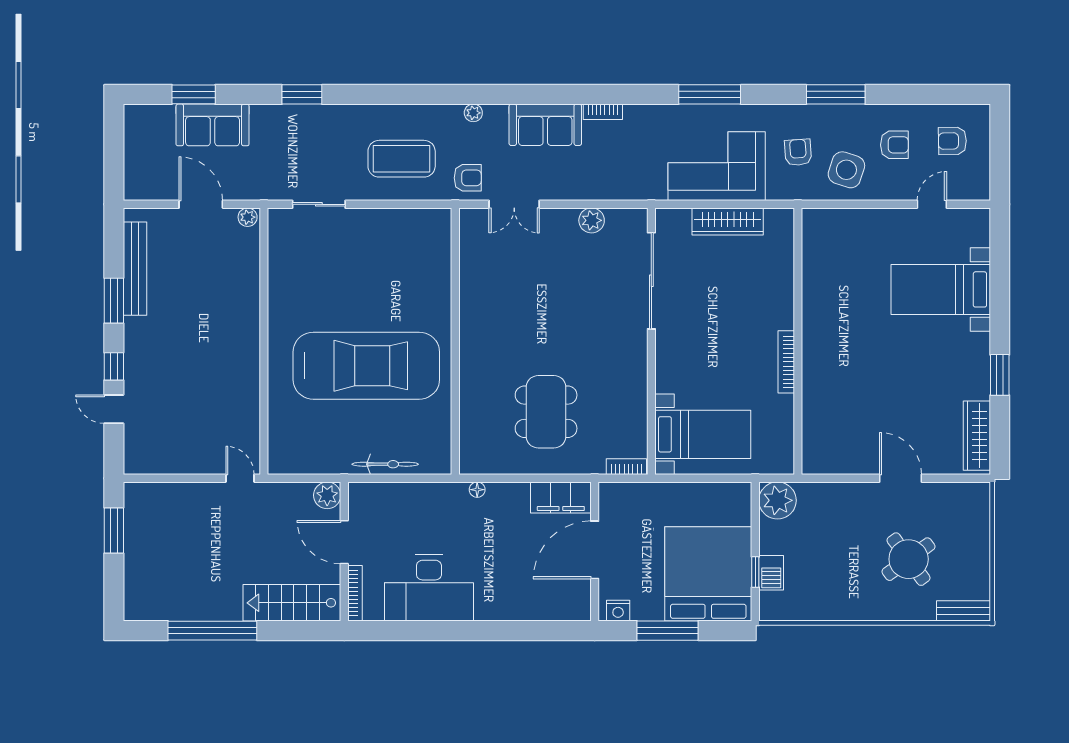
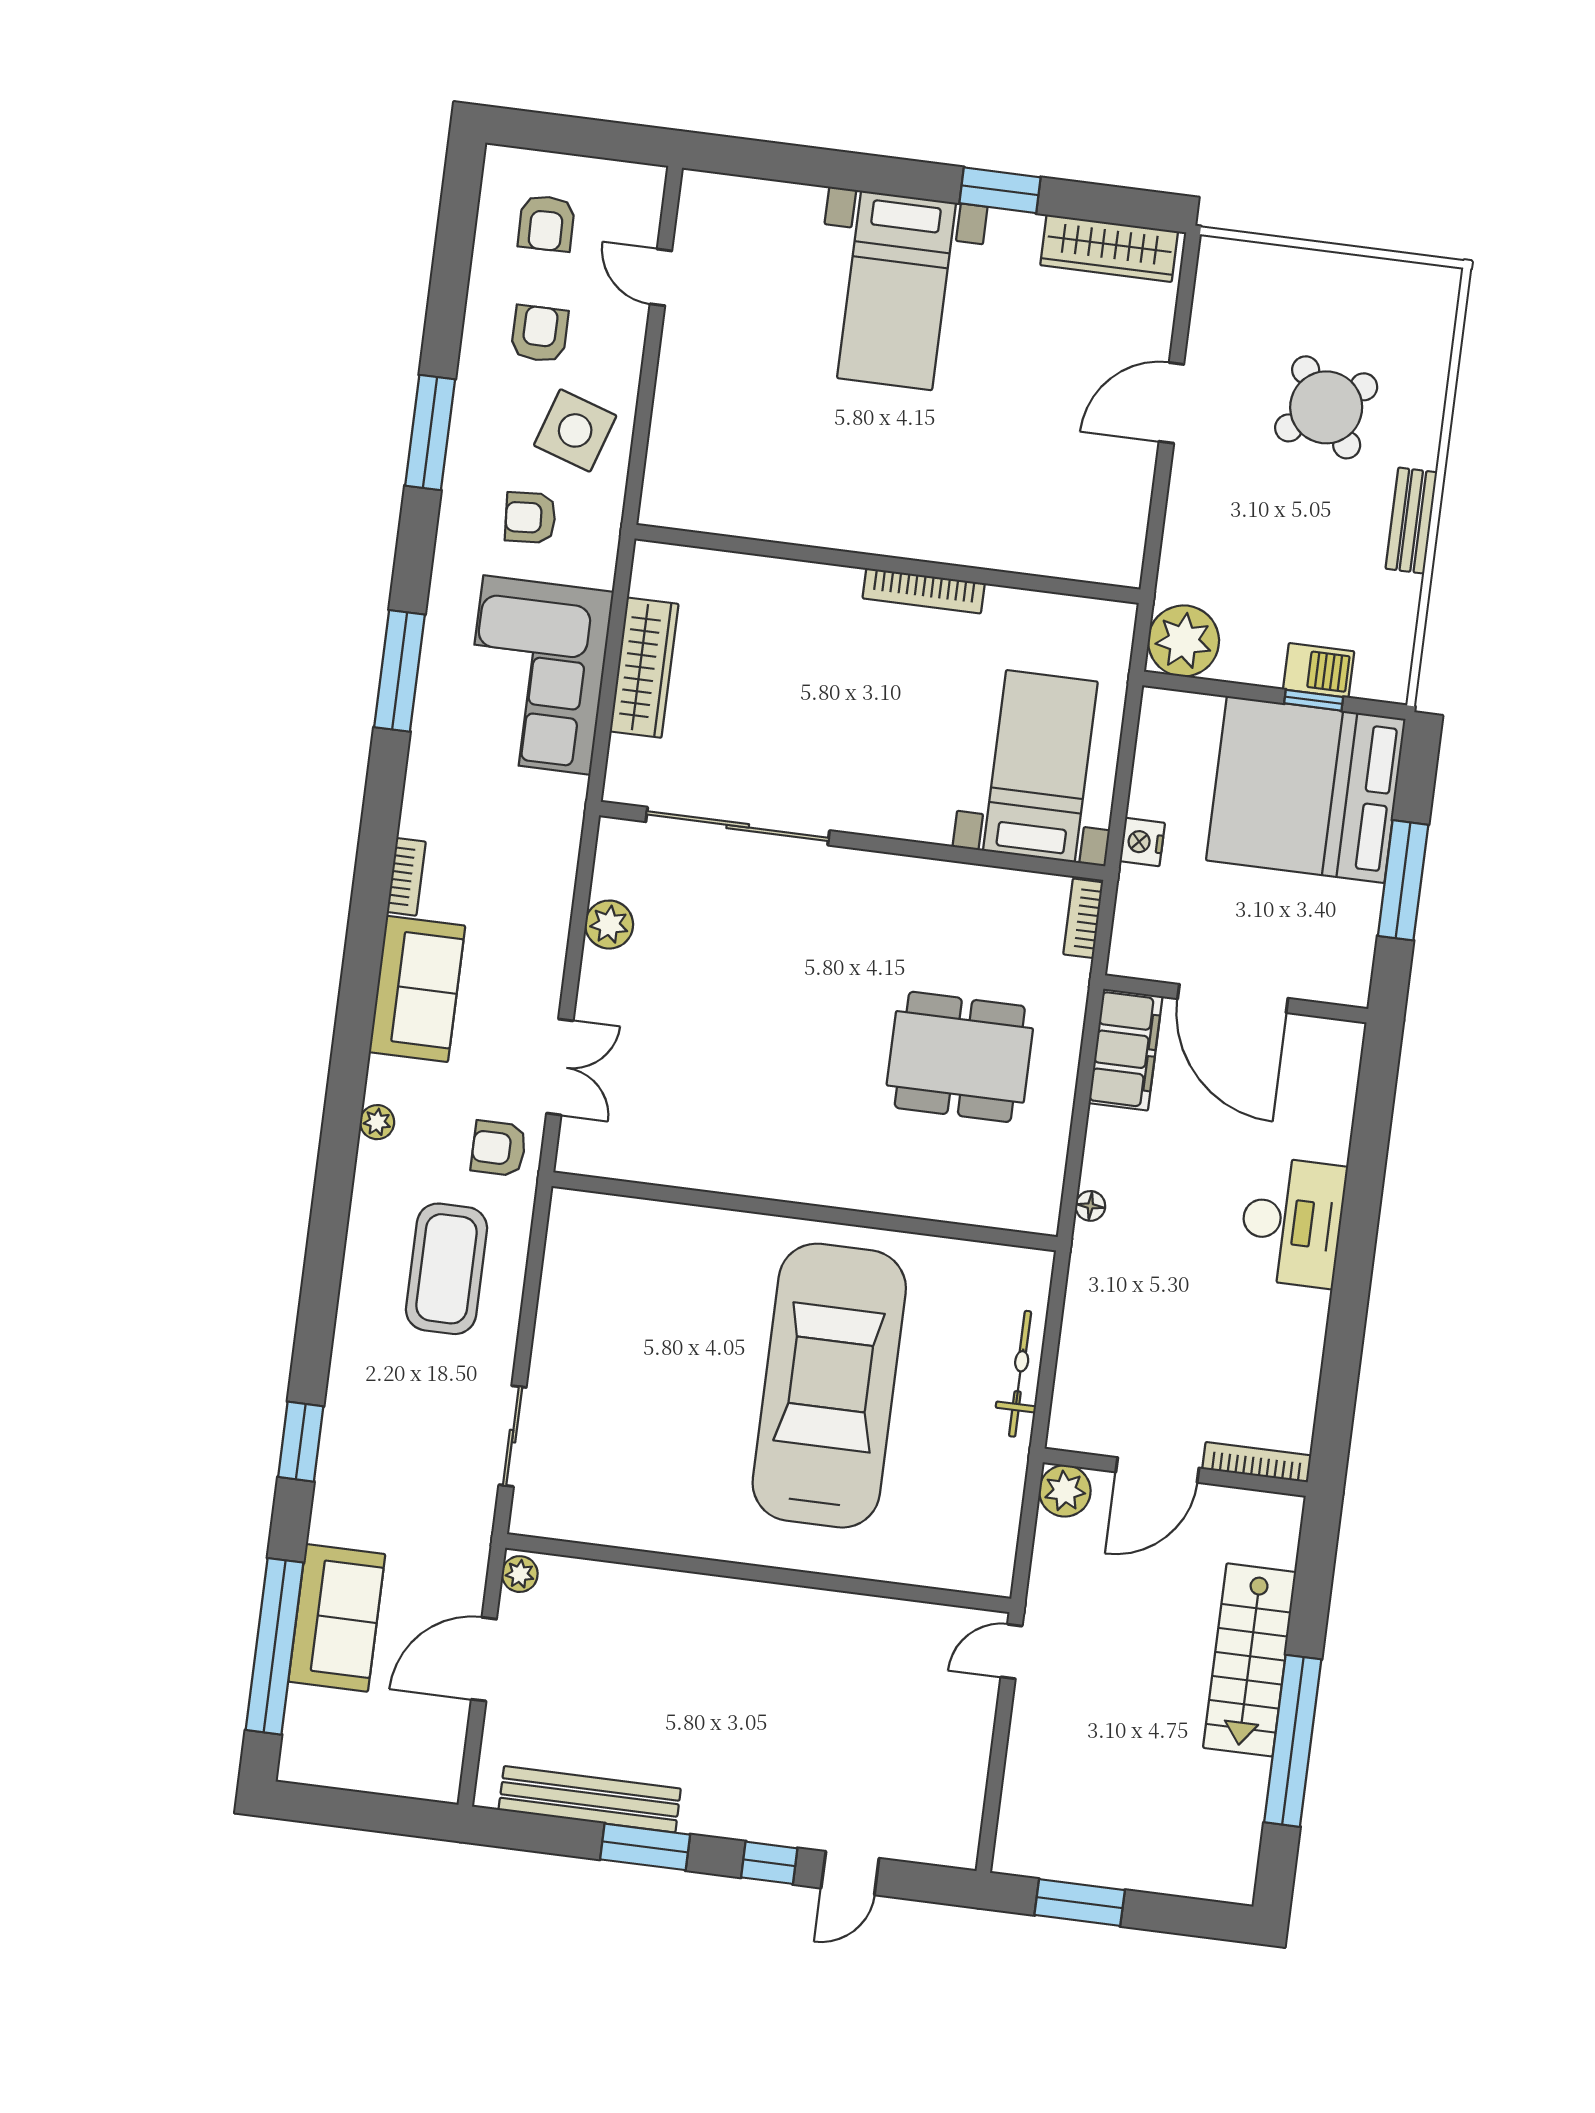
window: (194, 94) -> (275, 1646), width x2.11
armchair: (468, 178) -> (499, 1148), turned -90
bed with nightstands: (941, 289) -> (897, 290), moved
desk: (429, 588) -> (1292, 1222), moved, width x0.73, depth x0.77
stairs: (292, 603) -> (1250, 1660), moved
nightstand: (618, 611) -> (1142, 842), moved, turned 180
bench: (964, 611) -> (1411, 521), moved

